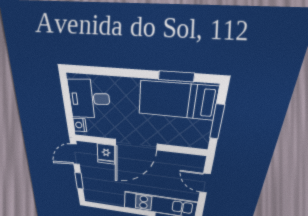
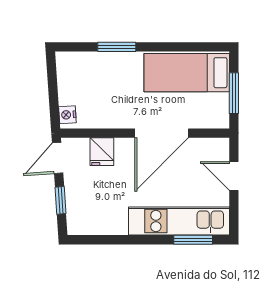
window: (176, 76) -> (117, 47), moved
desk: (89, 99) -> (82, 80), removed
door: (136, 145) -> (162, 133), moved

